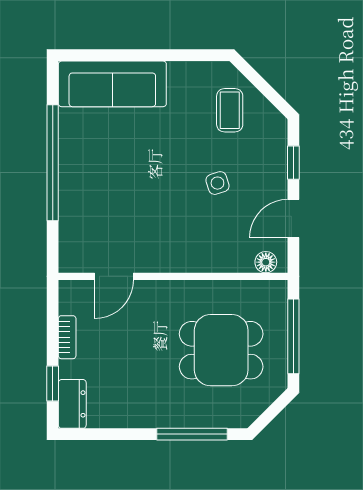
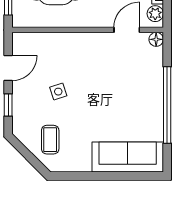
floor lamp: (266, 262) -> (156, 39), moved
plant: (71, 301) -> (155, 14), added

